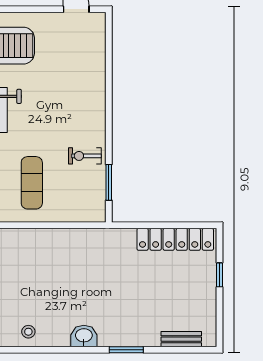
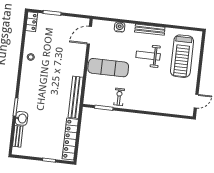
exercise mat: (32, 183) -> (108, 68), width x1.36, depth x1.45
bench: (95, 238) -> (76, 97), added
washbasin: (84, 336) -> (21, 118), moved

